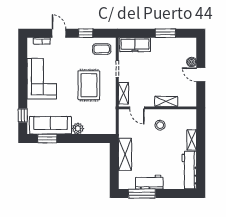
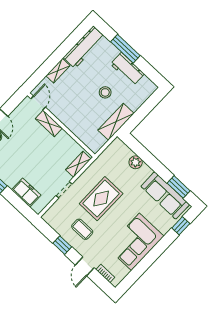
freezer: (135, 45) -> (26, 192), width x0.71
coffee table: (102, 49) -> (82, 229), moved
door: (137, 108) -> (38, 103), moved
stool: (160, 125) -> (105, 92), moved
plant: (78, 128) -> (136, 162), moved
shelving: (125, 154) -> (116, 122), moved
window: (142, 194) -> (125, 49), moved

